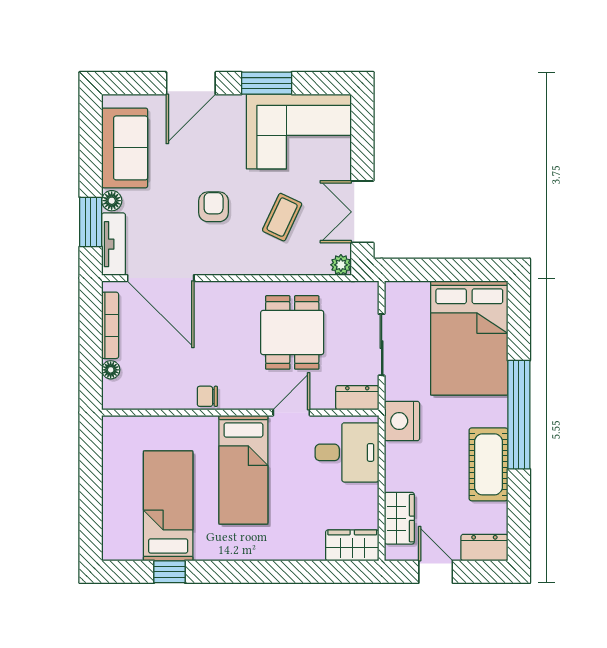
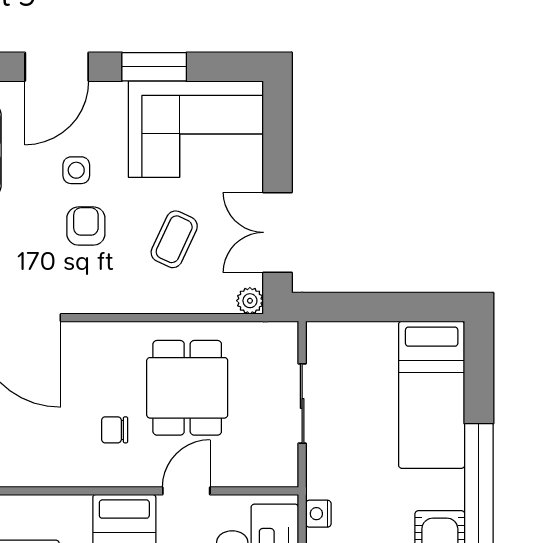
side table: (206, 163) -> (76, 170), added
bed: (469, 338) -> (432, 395), width x0.67
chair: (207, 396) -> (115, 430), moved
dresser: (357, 398) -> (271, 472), removed
nightstand: (402, 421) -> (318, 514), width x0.53, depth x0.56

